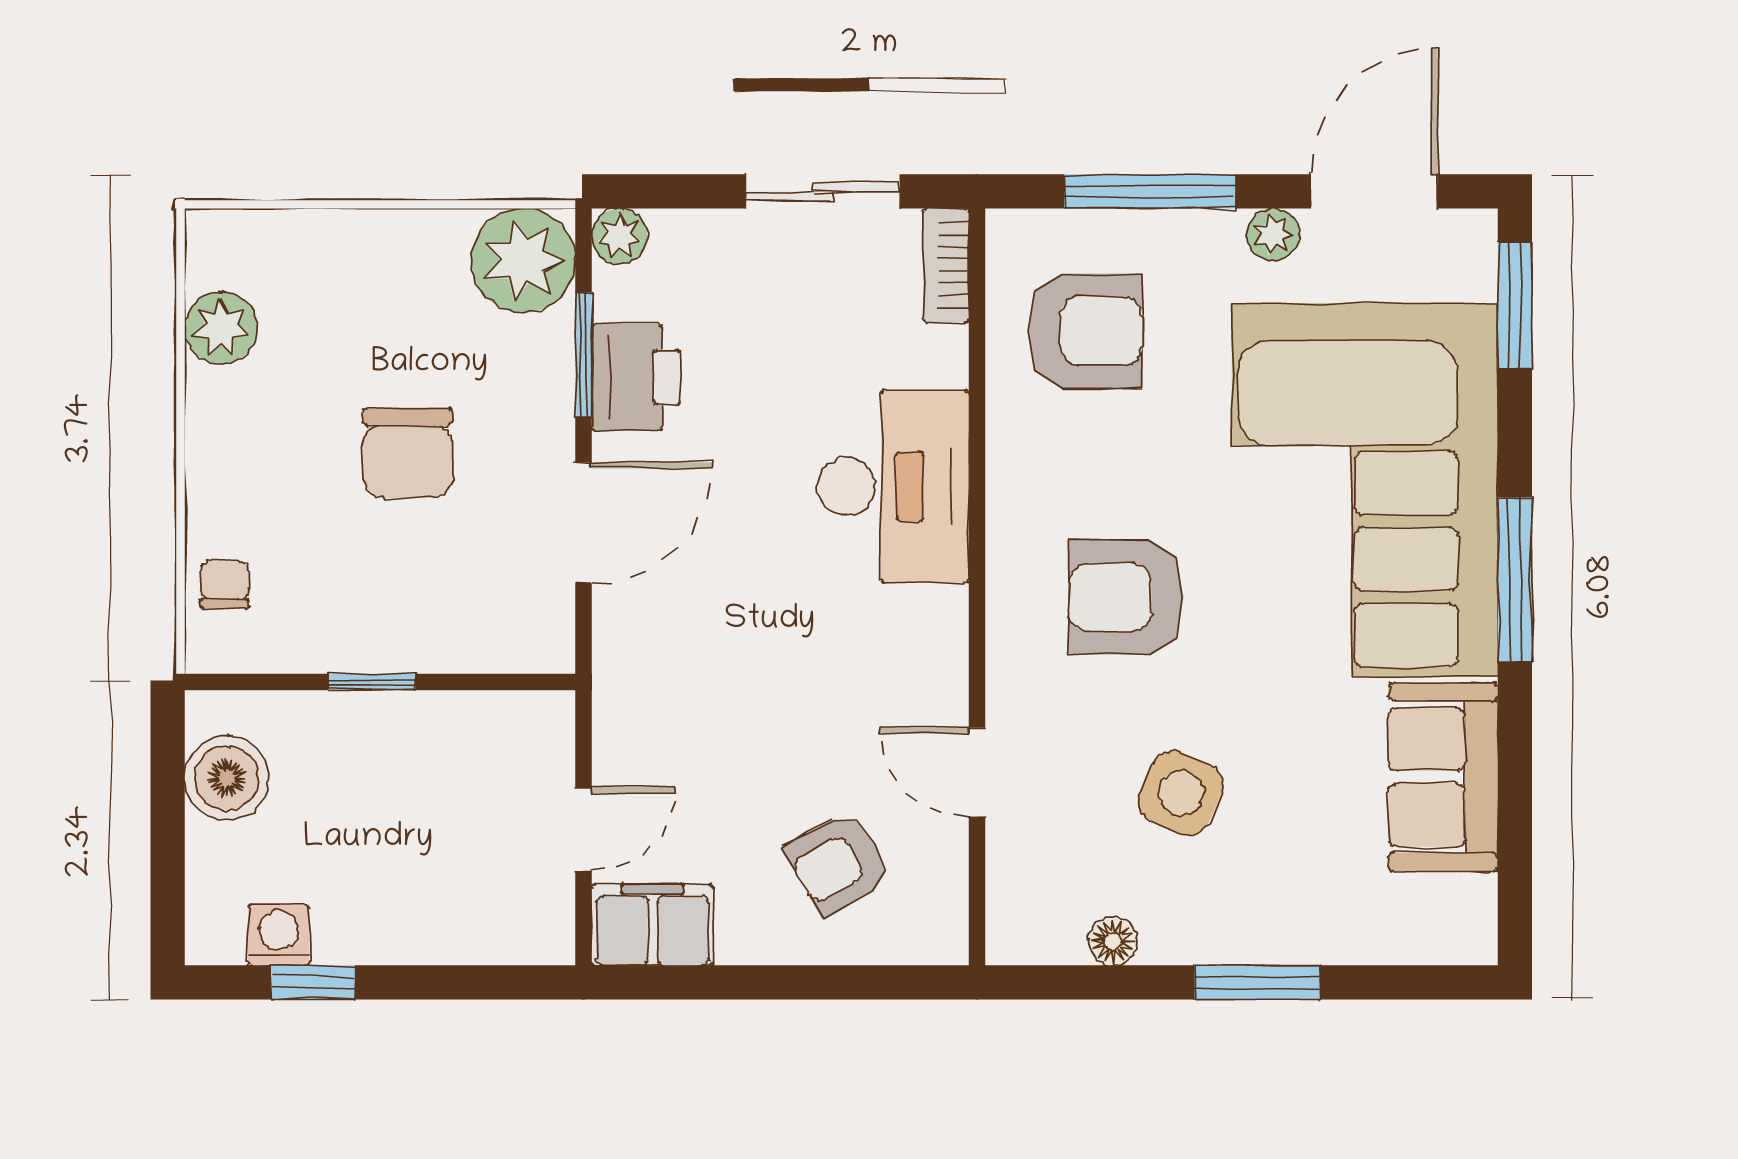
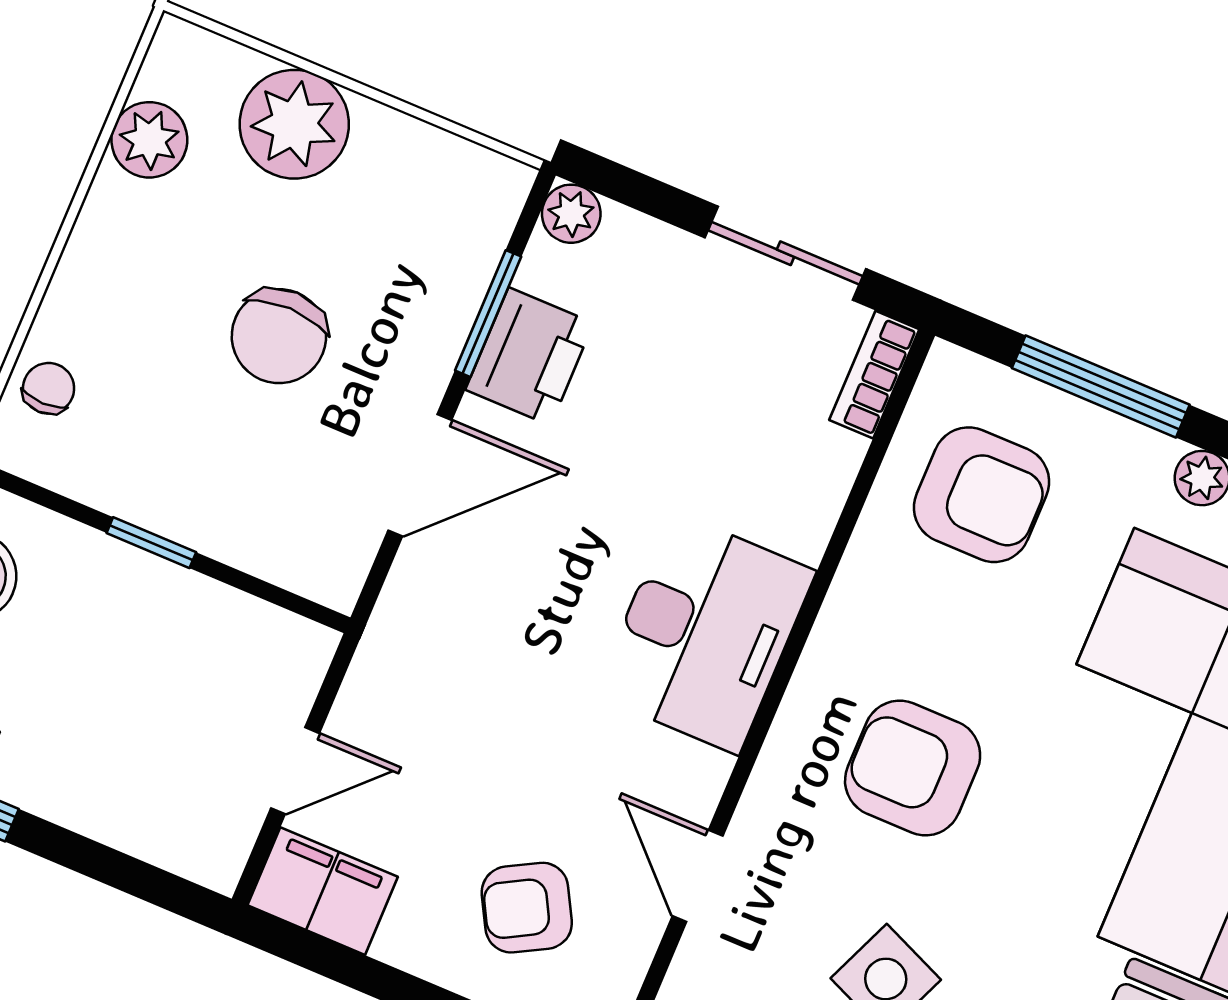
plant: (523, 261) -> (294, 124), moved
desk: (893, 486) -> (705, 633), moved

